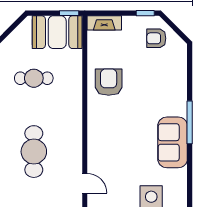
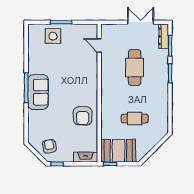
armchair: (156, 38) -> (49, 146), turned -100
sofa: (173, 142) -> (38, 92), moved

